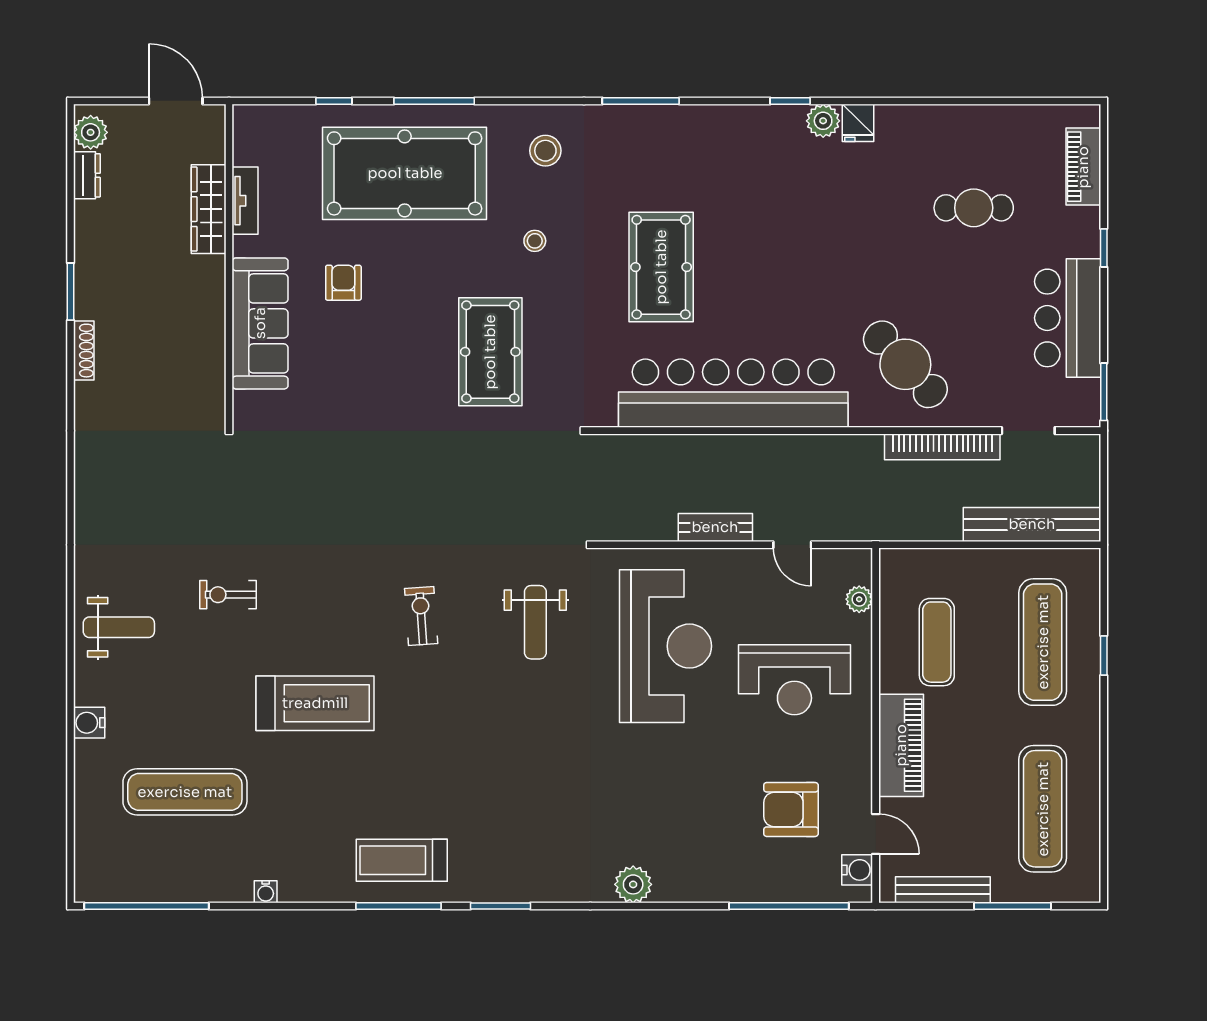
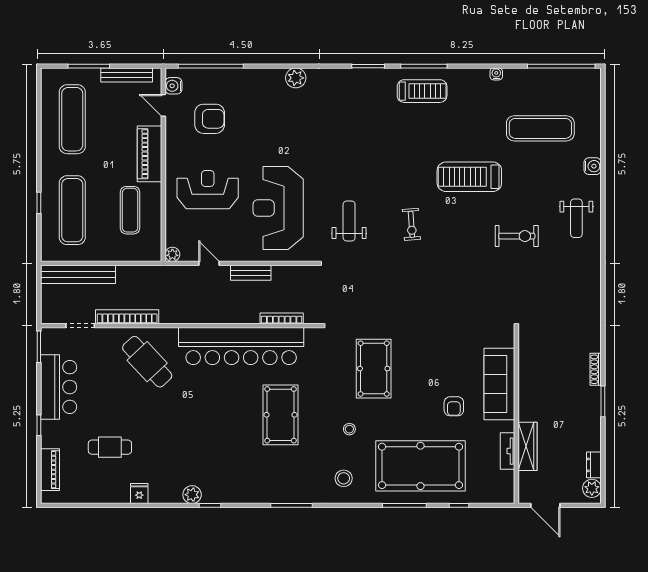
fridge: (858, 123) -> (139, 493), moved
bookcase: (659, 444) -> (282, 318), added
exercise bike: (228, 595) -> (517, 236), width x1.38, depth x1.39
plant: (859, 599) -> (172, 254), moved
weight bench: (119, 627) -> (576, 218), turned -90

